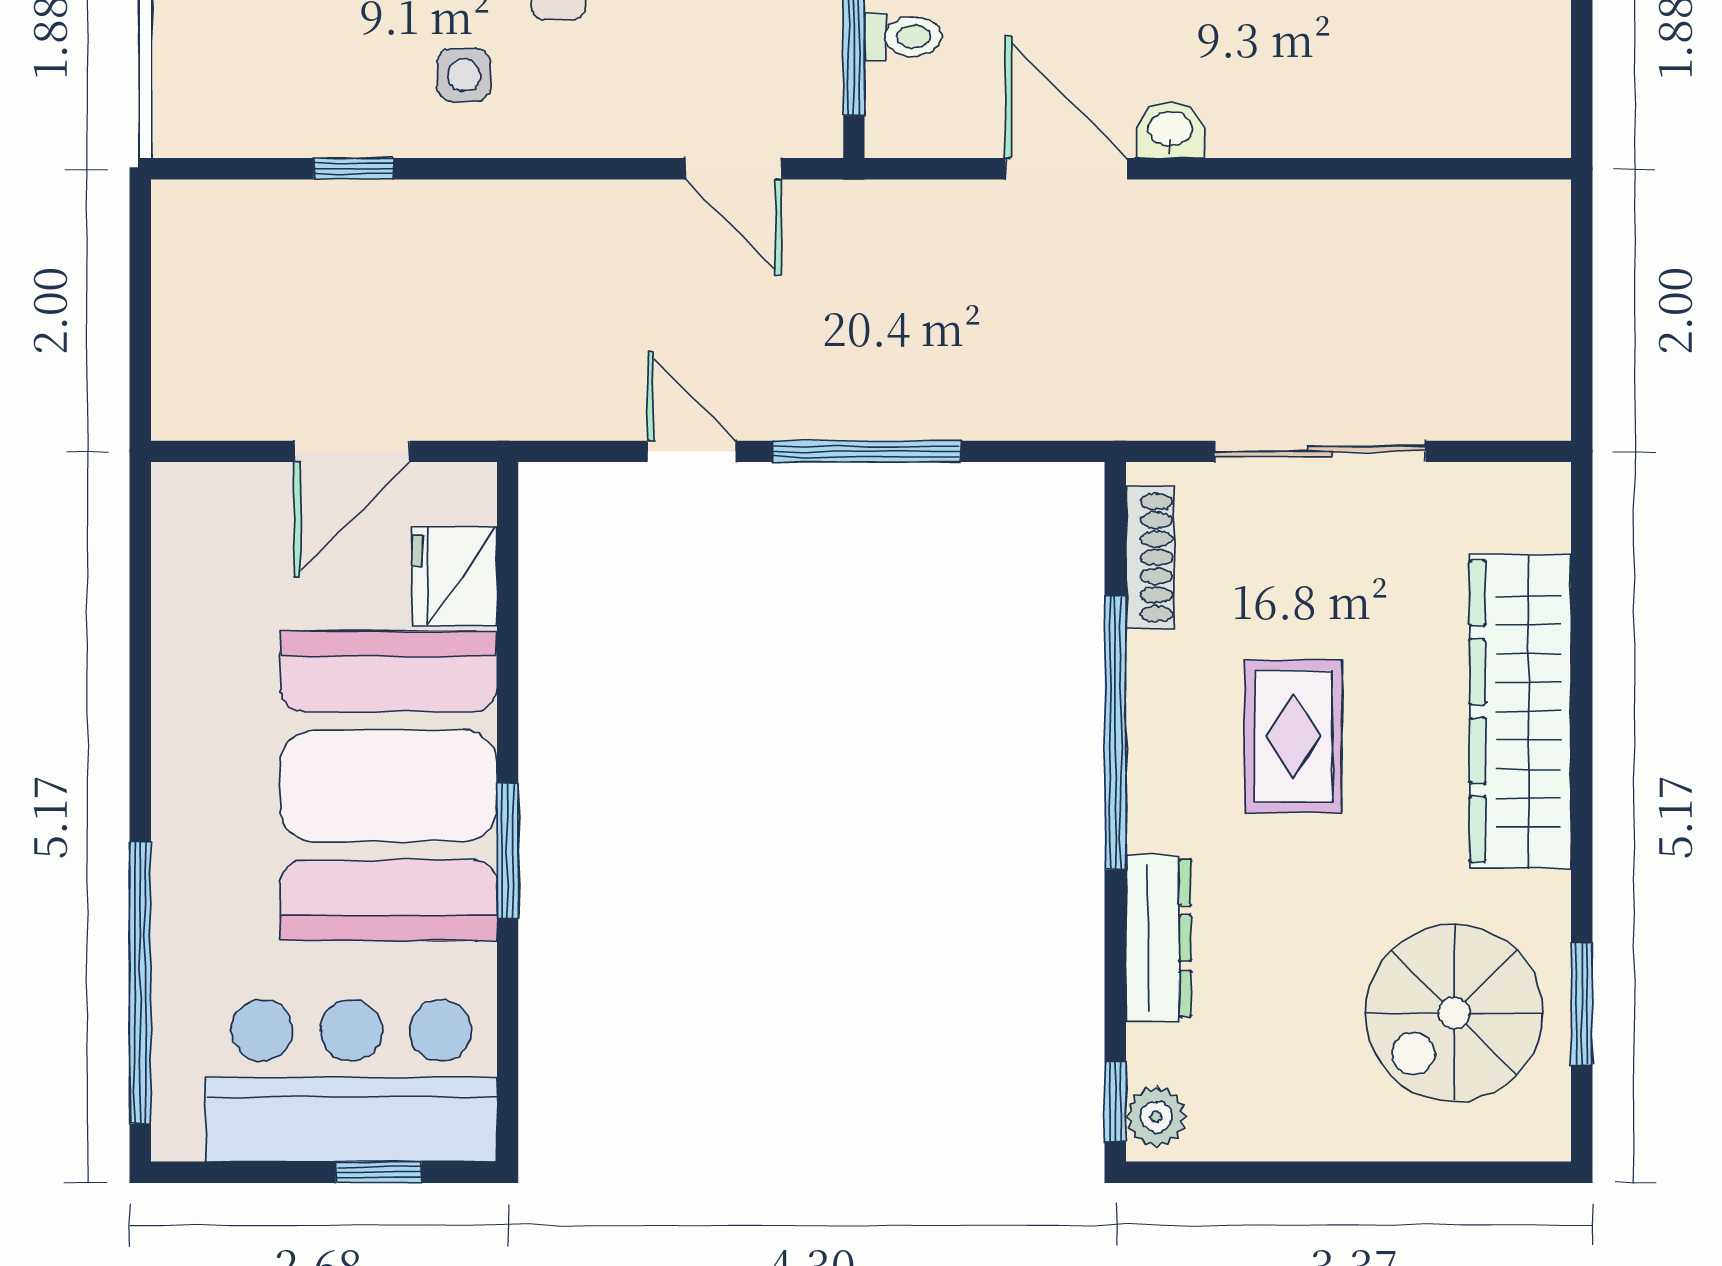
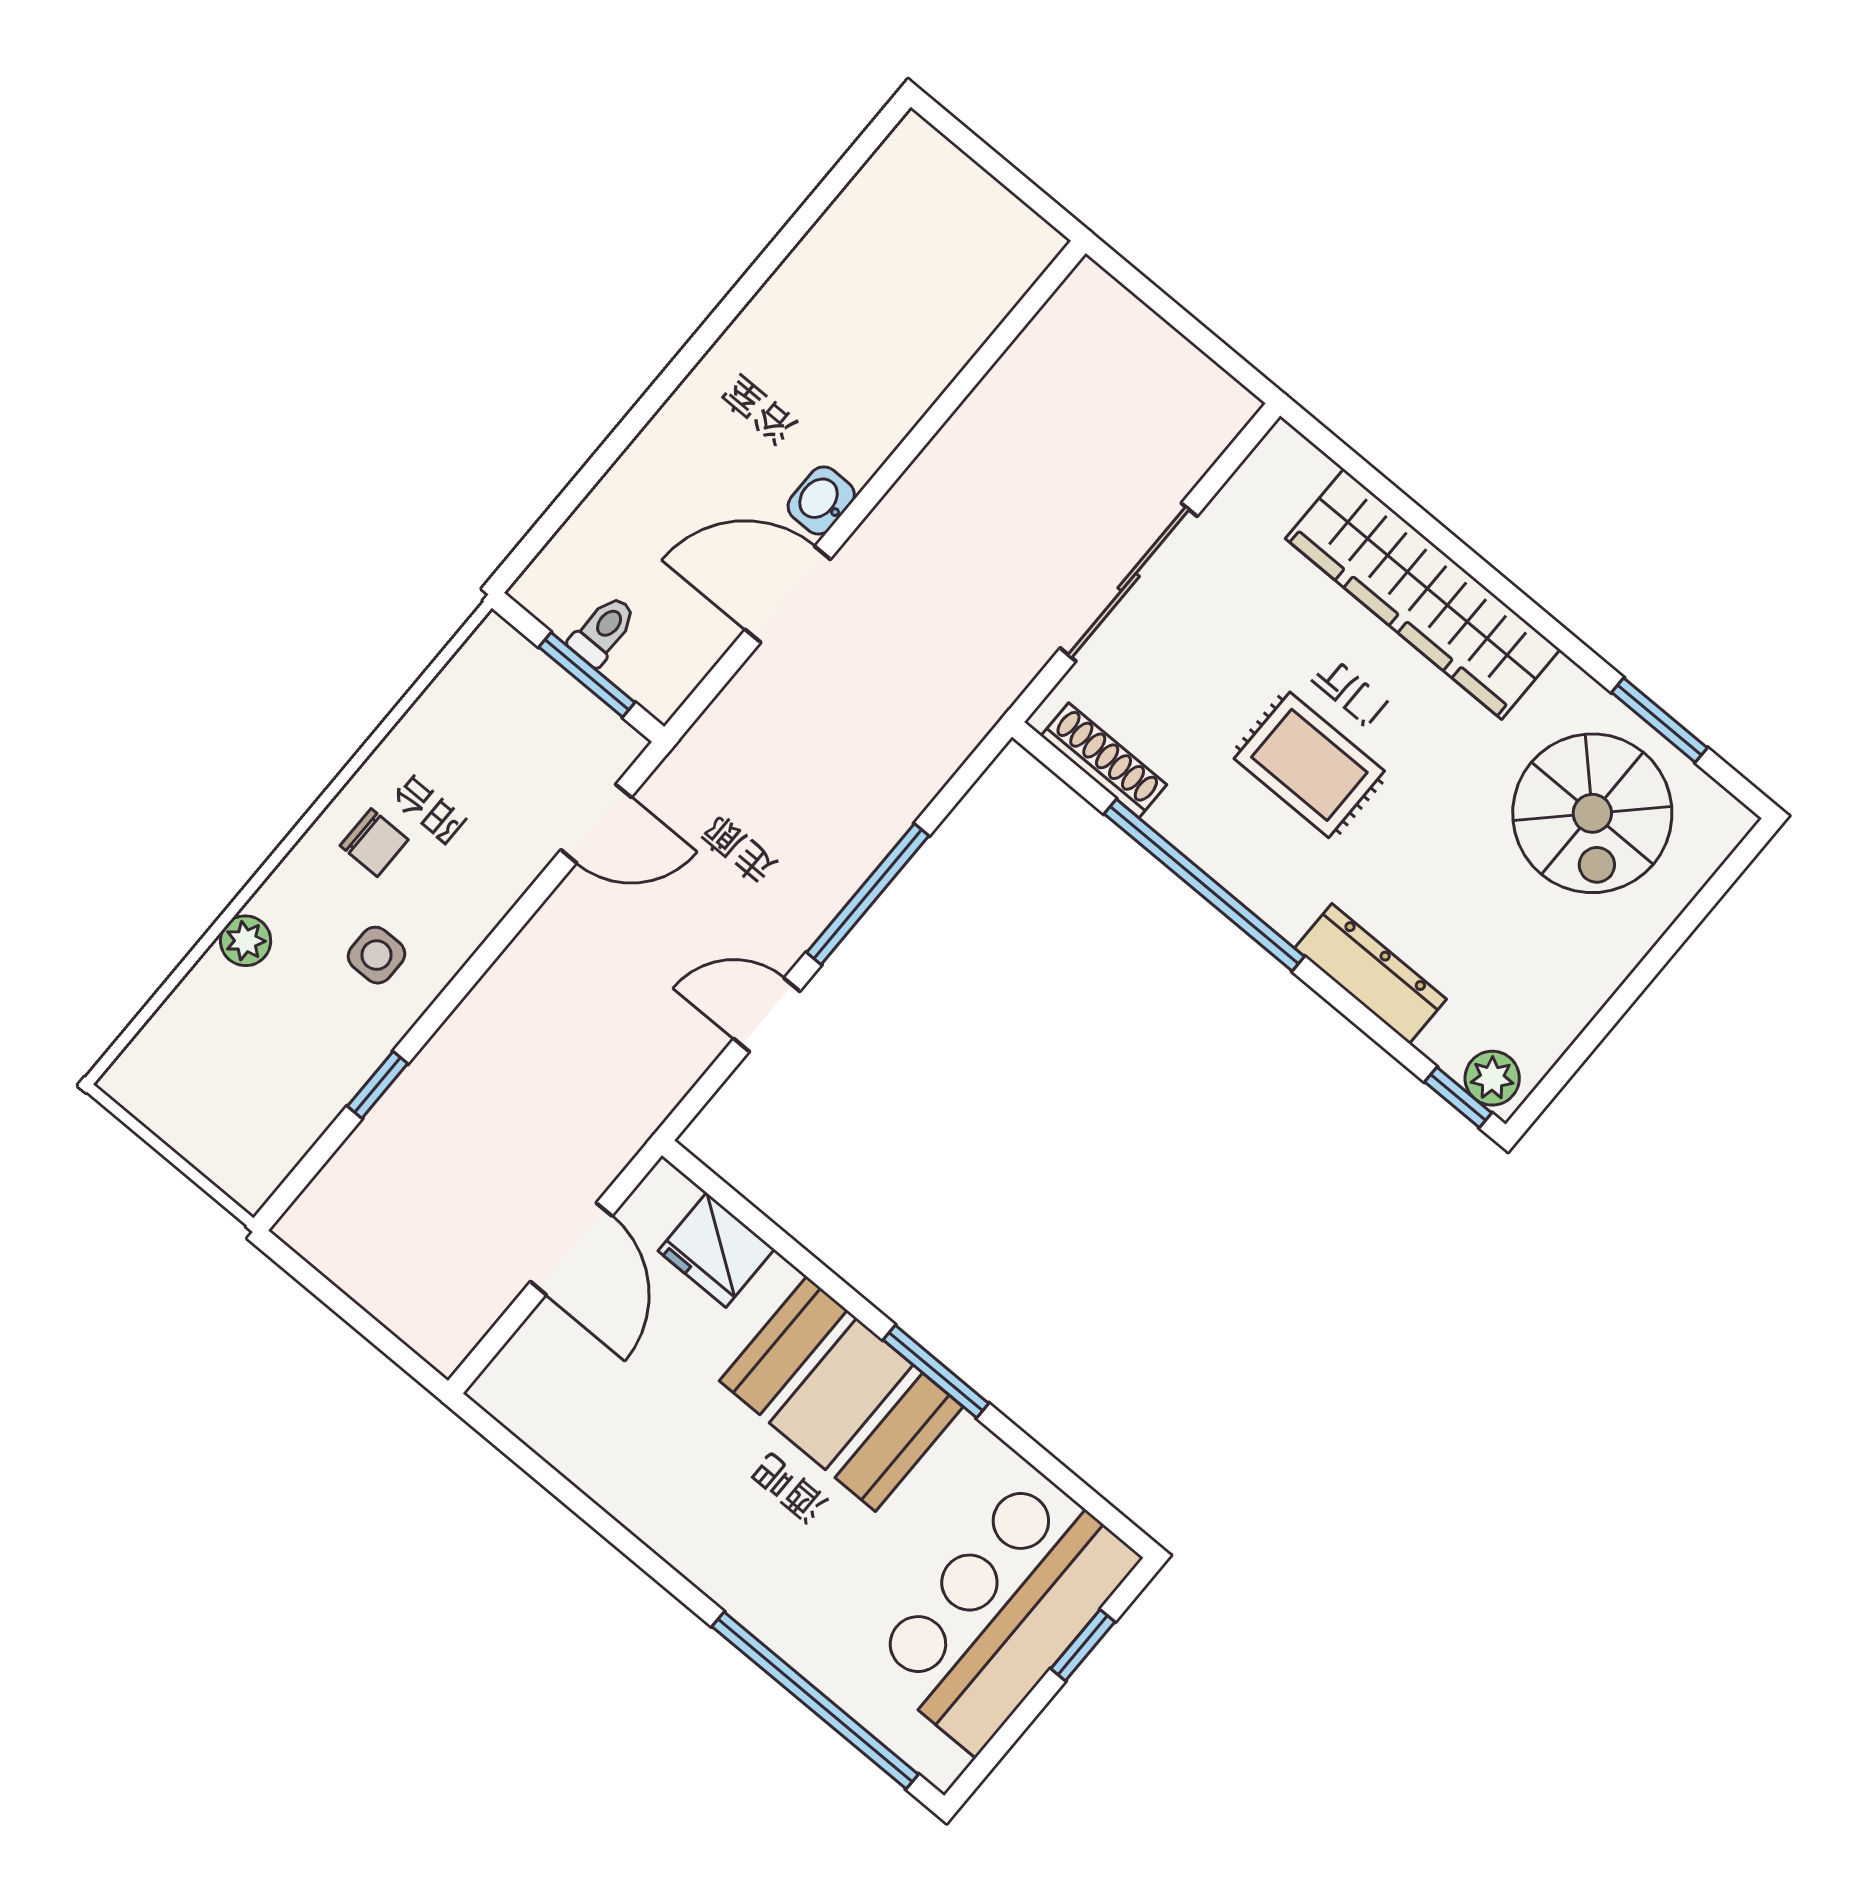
booth: (389, 786) -> (841, 1394), width x0.73, depth x0.70

